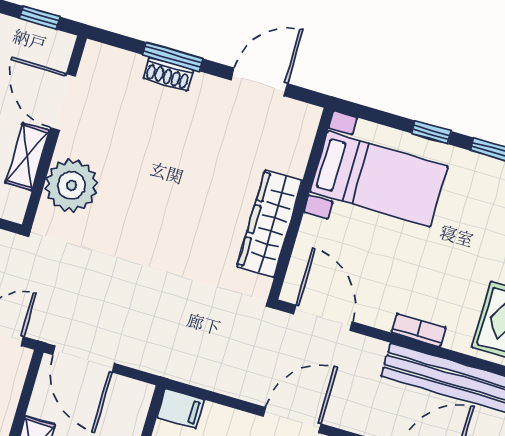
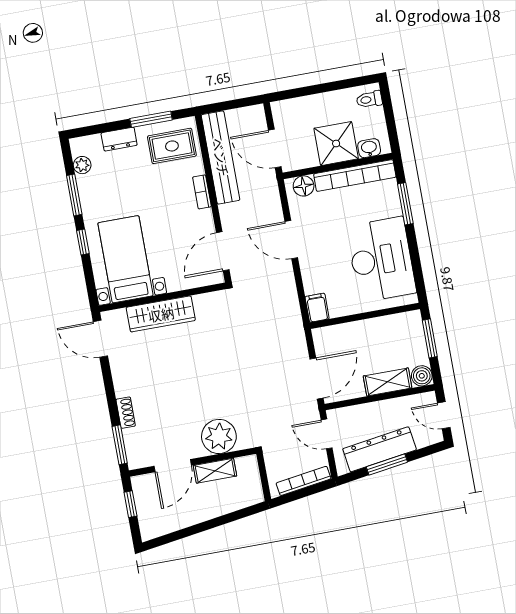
window: (172, 57) -> (120, 445), moved
door: (259, 82) -> (100, 339), moved
wardrobe: (270, 224) -> (161, 314), moved

